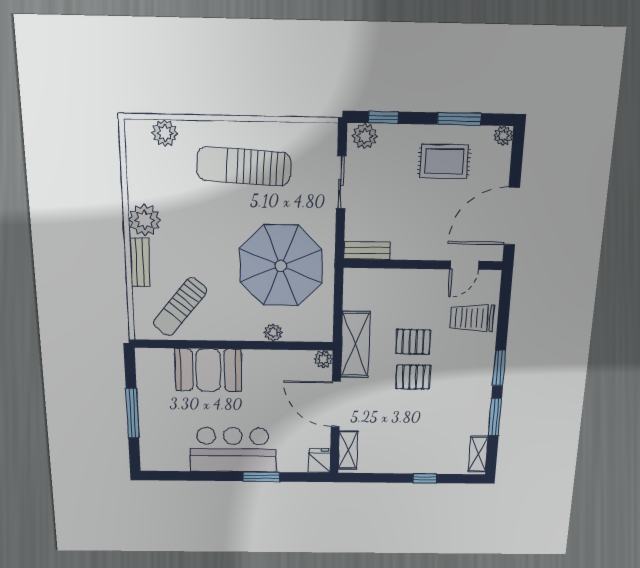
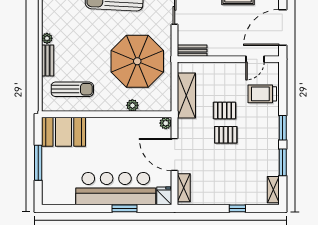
plant: (145, 220) -> (47, 38), width x0.53, depth x0.53
sun lounger: (180, 307) -> (72, 89), turned -129
shelving: (355, 345) -> (186, 96), moved
booth: (208, 370) -> (63, 132), moved
bar counter: (233, 450) -> (116, 189), width x1.36

